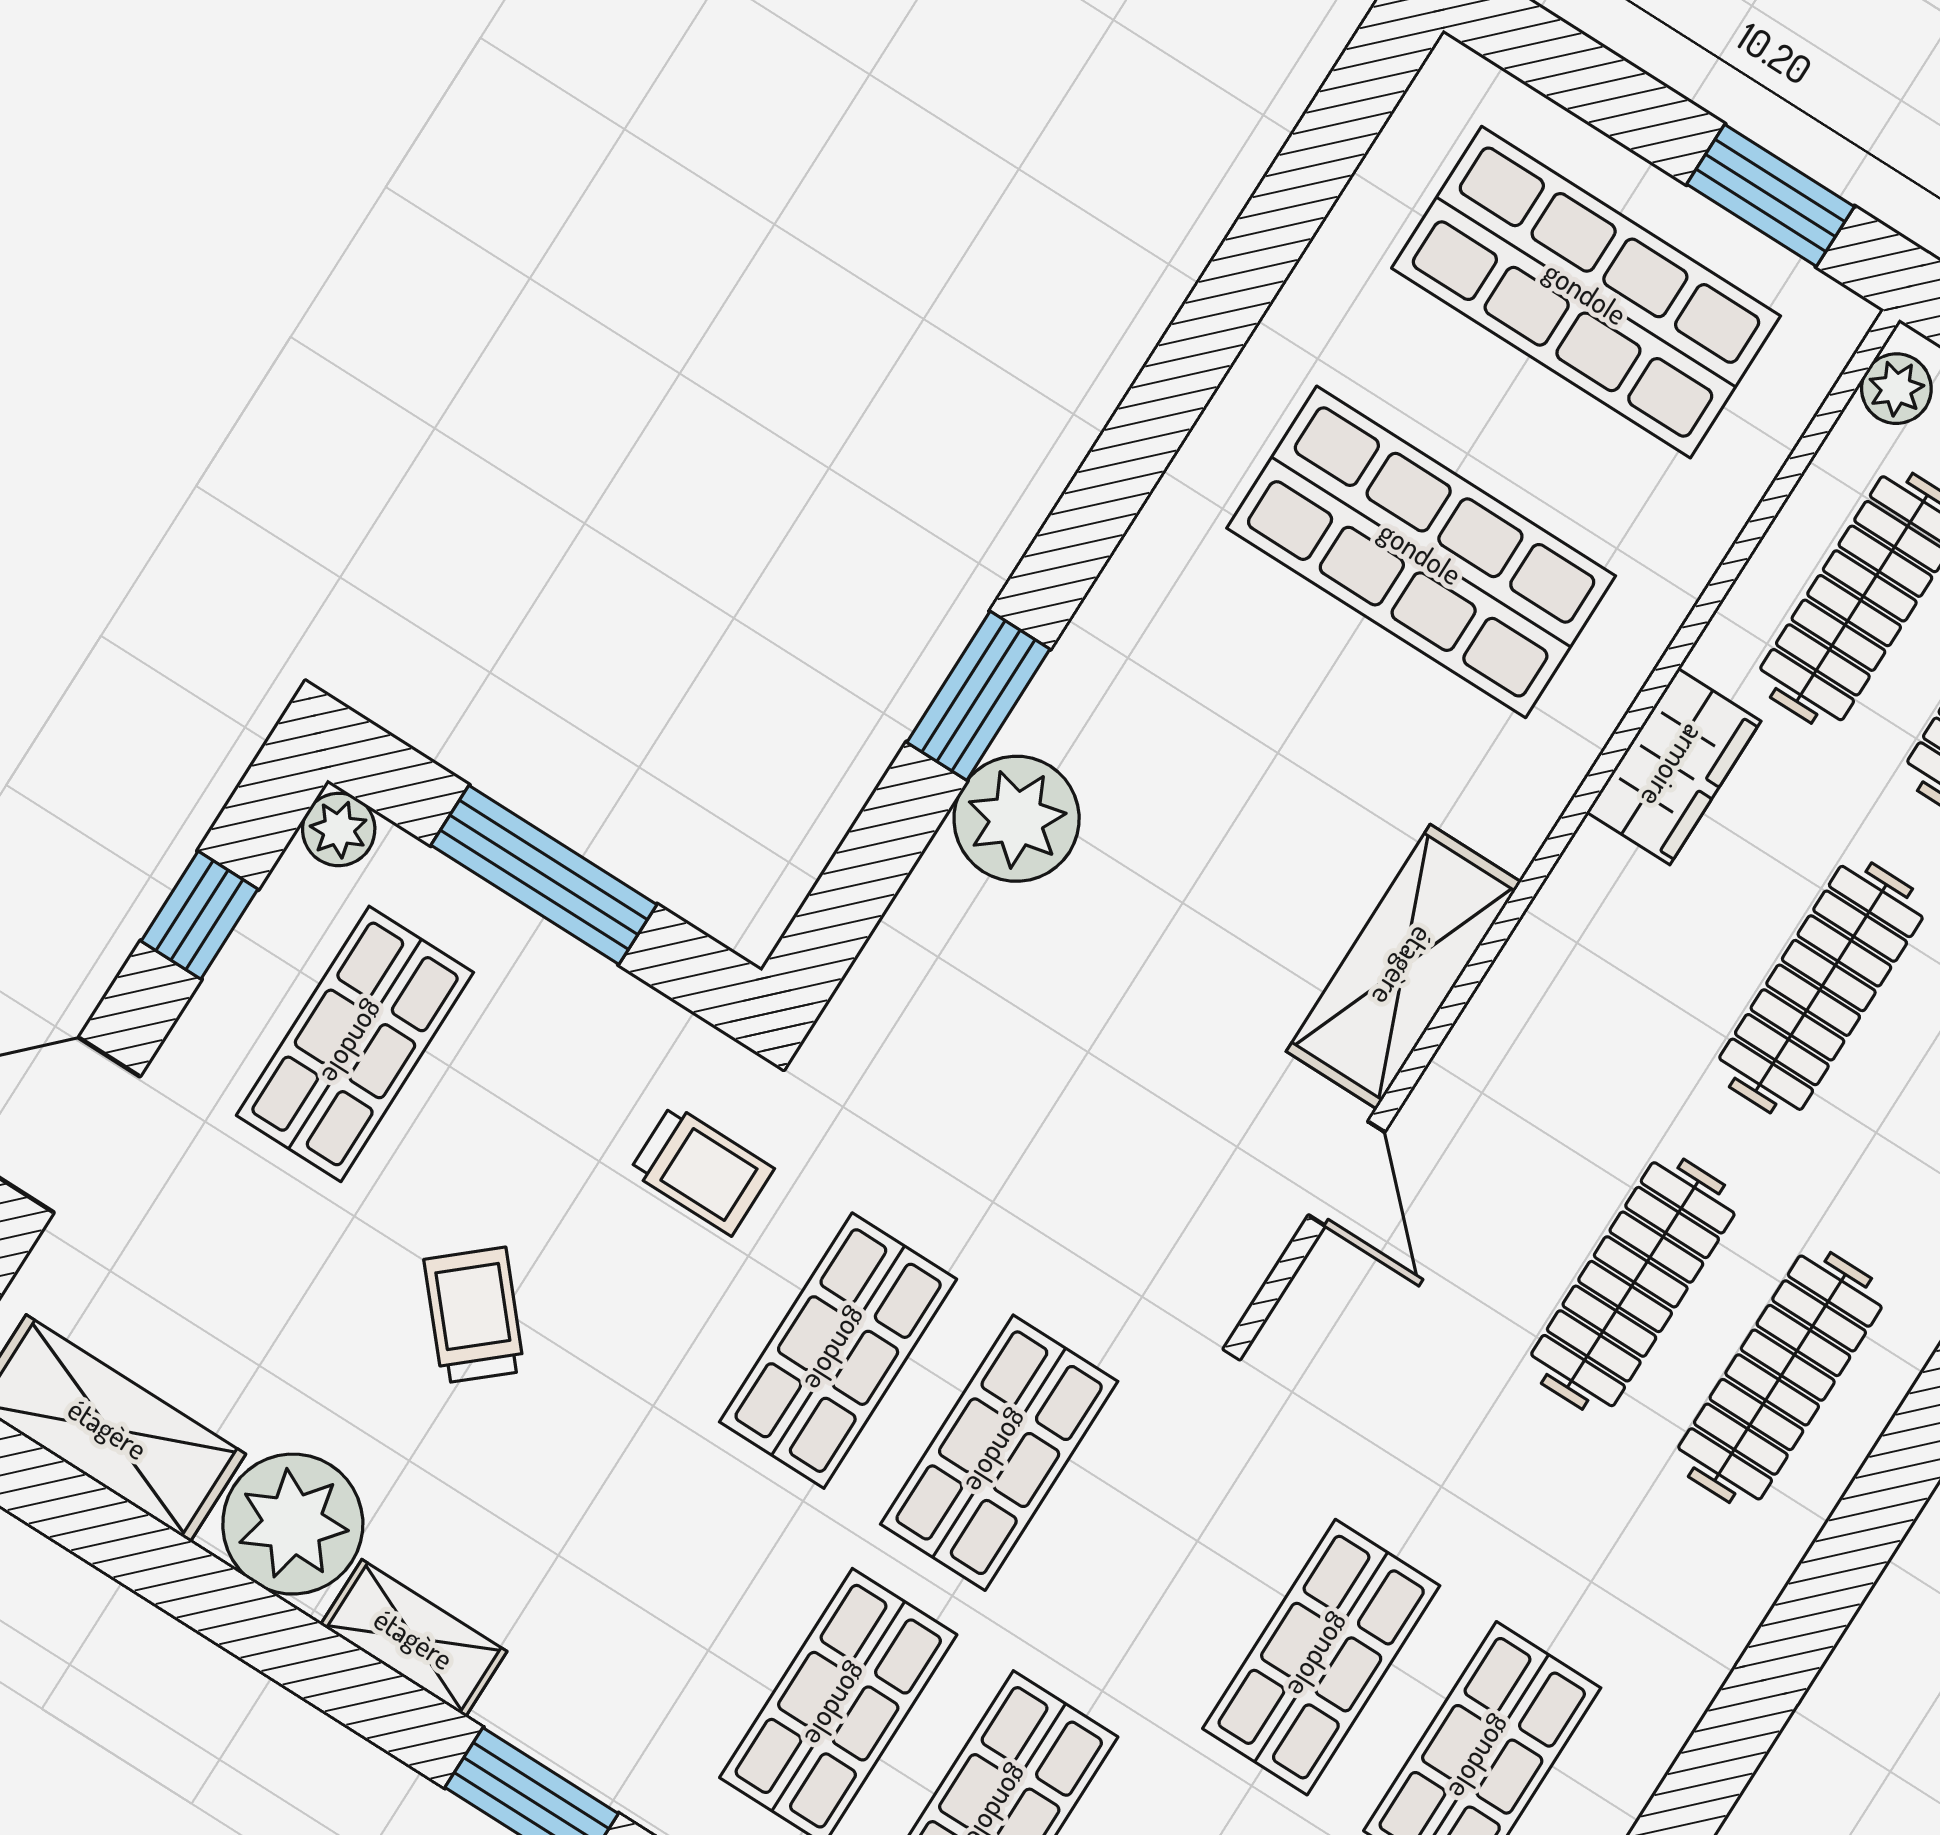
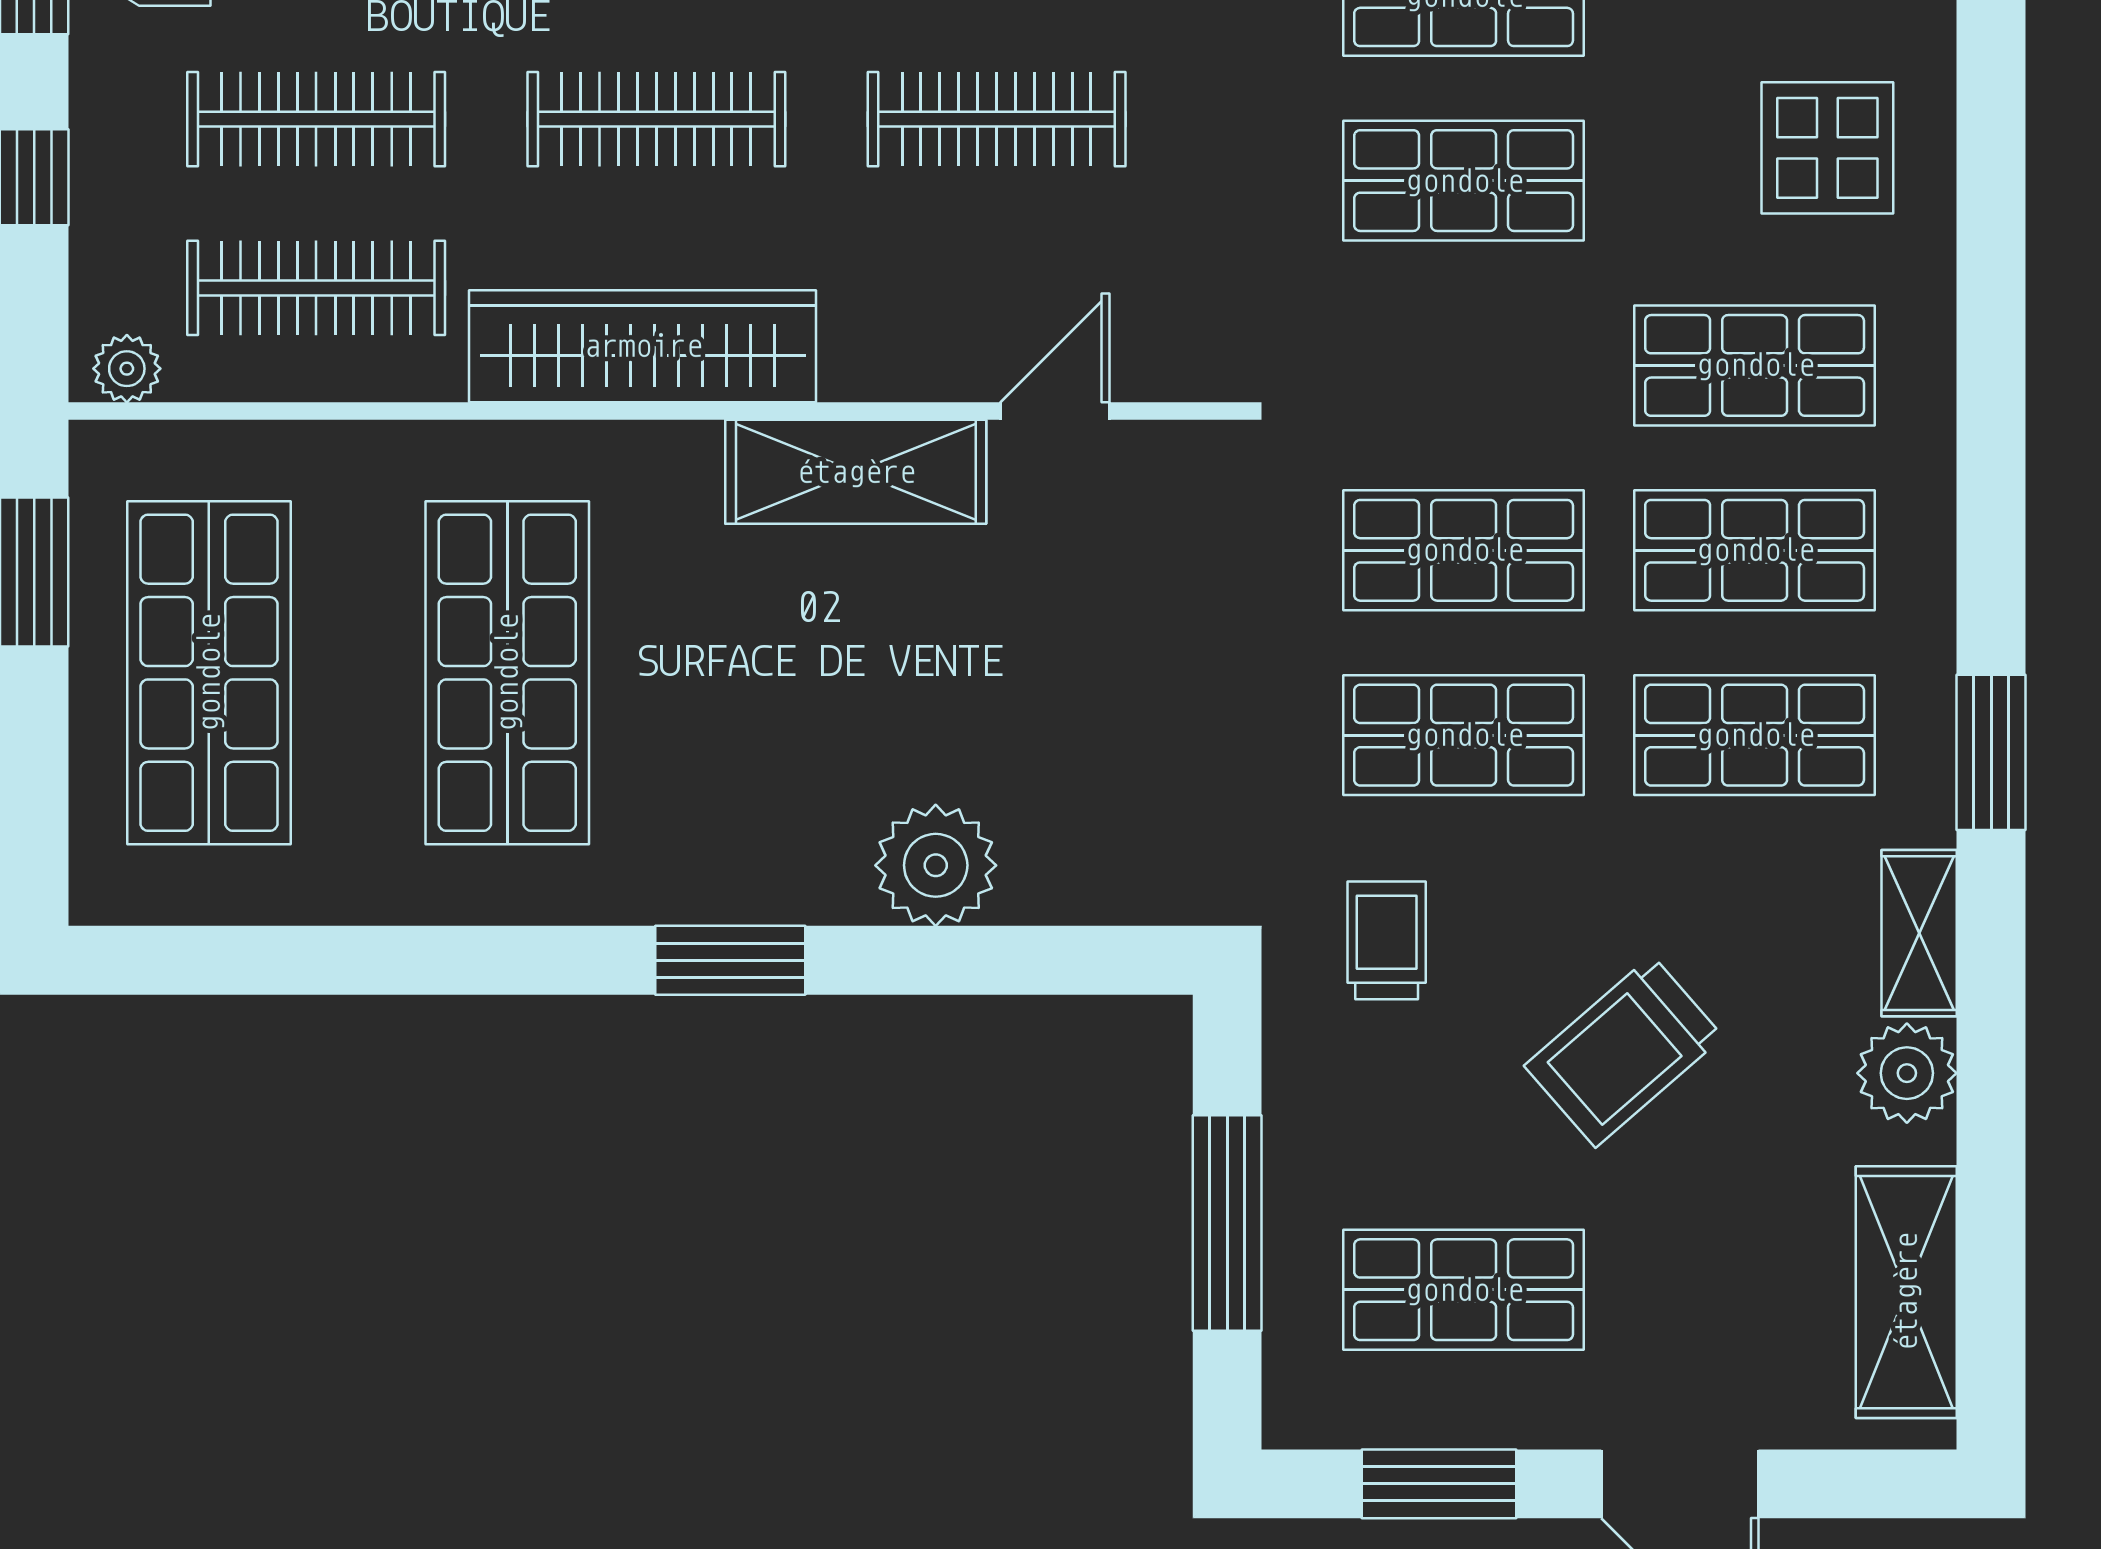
window: (978, 696) -> (730, 960), moved
wardrobe: (1674, 767) -> (643, 346), width x2.10, depth x1.17
plant: (339, 829) -> (1297, 1414), removed
window: (199, 915) -> (1439, 1484), width x1.50
trolley: (474, 1315) -> (1624, 1051), width x1.36, depth x1.39
plant: (293, 1524) -> (1907, 1073), width x0.73, depth x0.73
shop shelf: (677, 1604) -> (1755, 735), added

